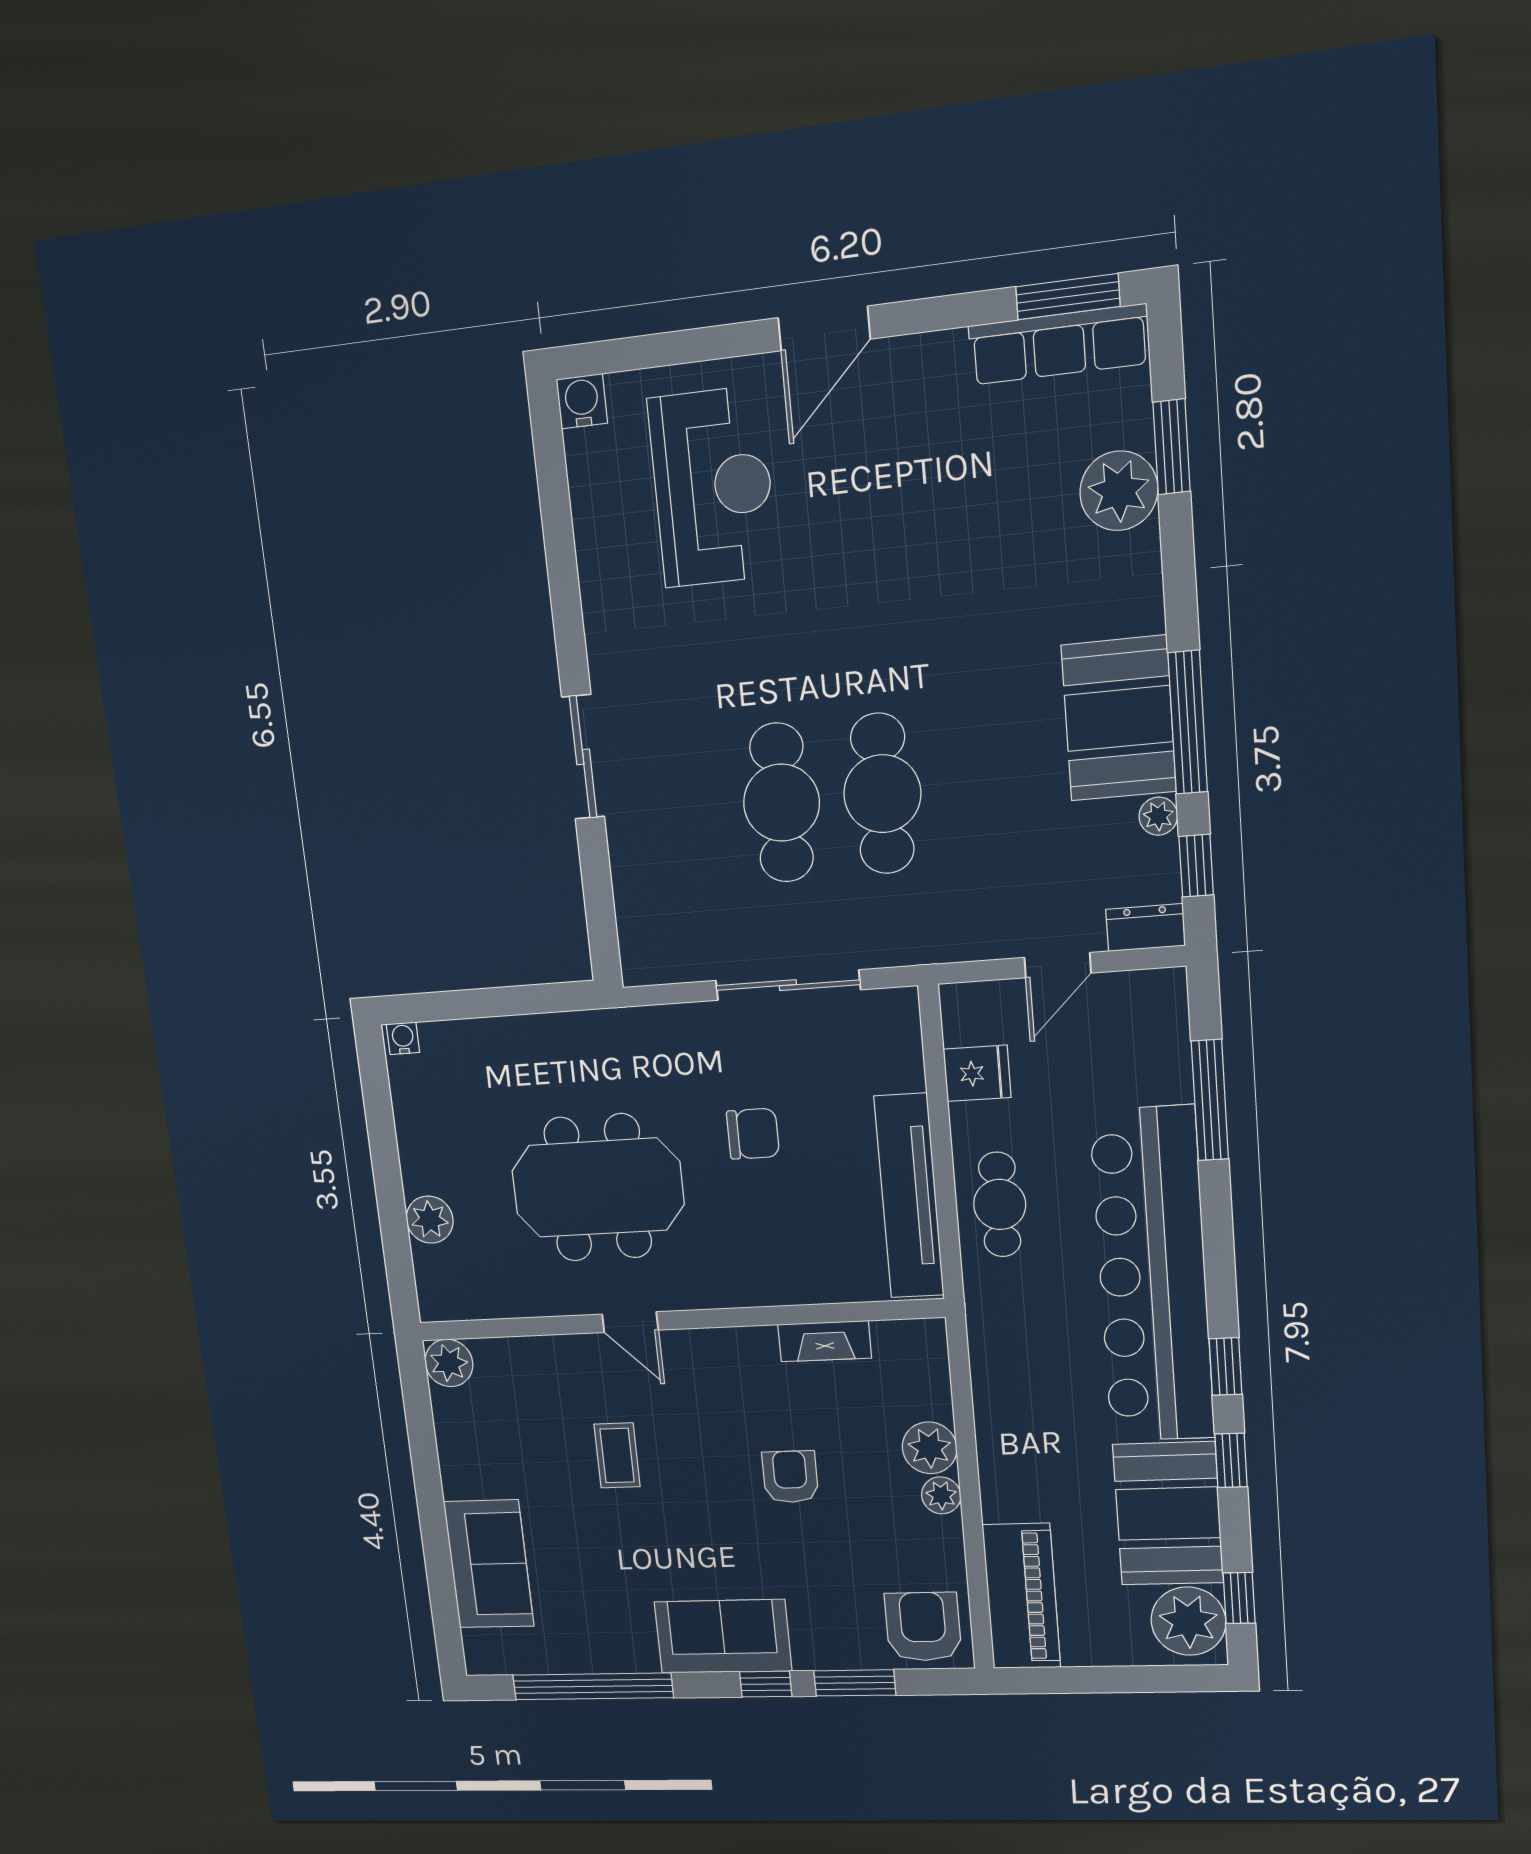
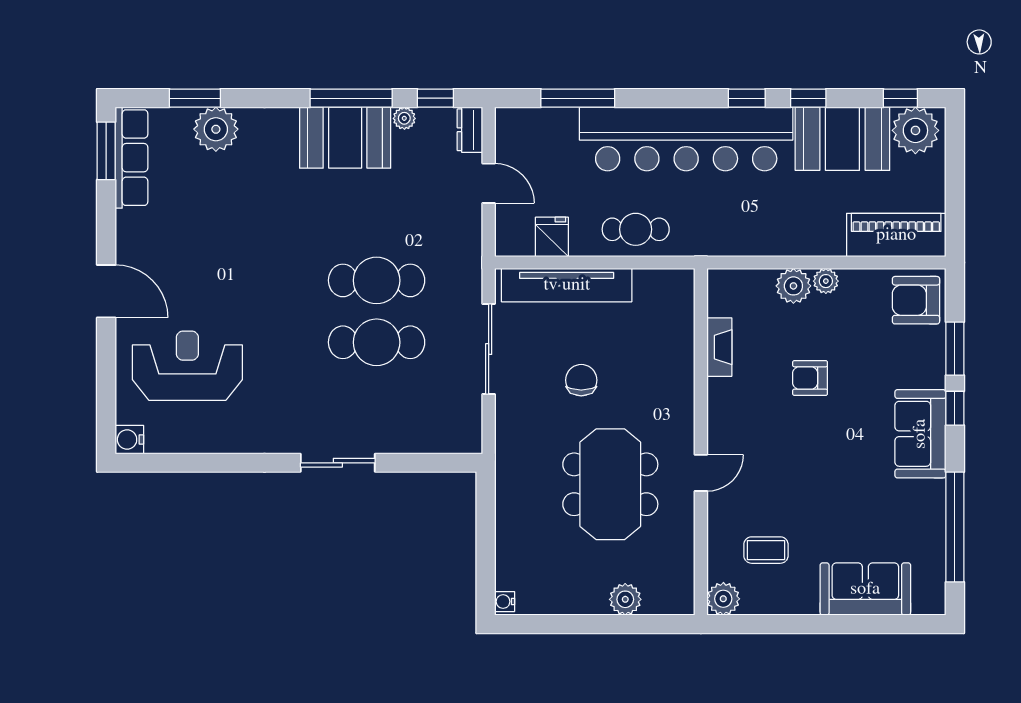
tv unit: (909, 1196) -> (567, 285), moved
coffee table: (617, 1455) -> (766, 550), moved

